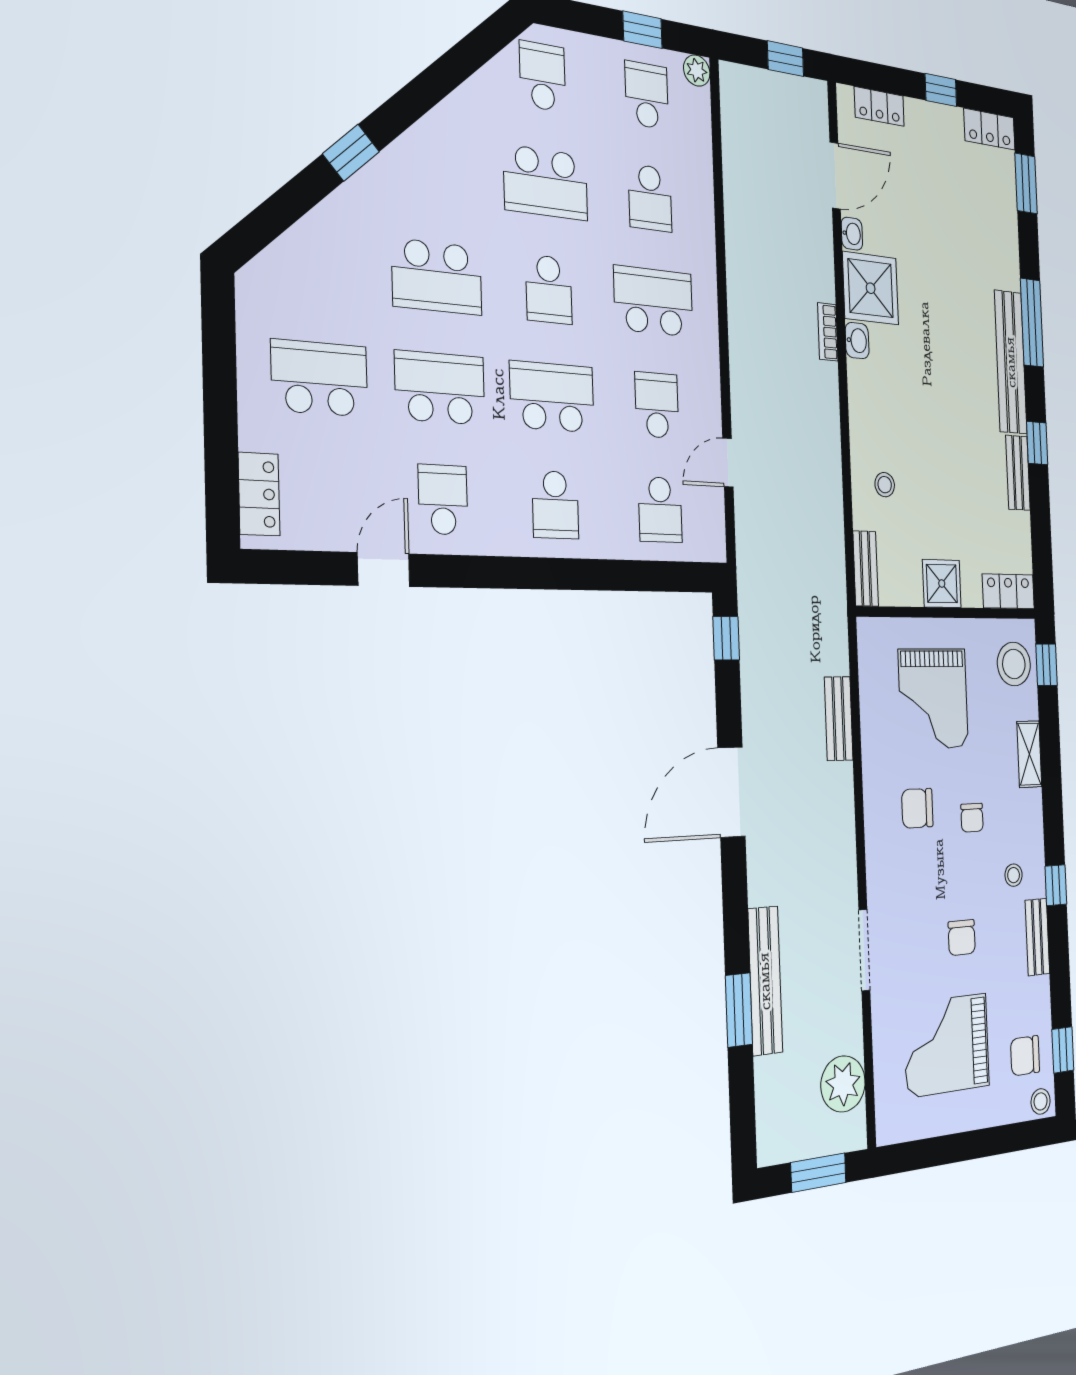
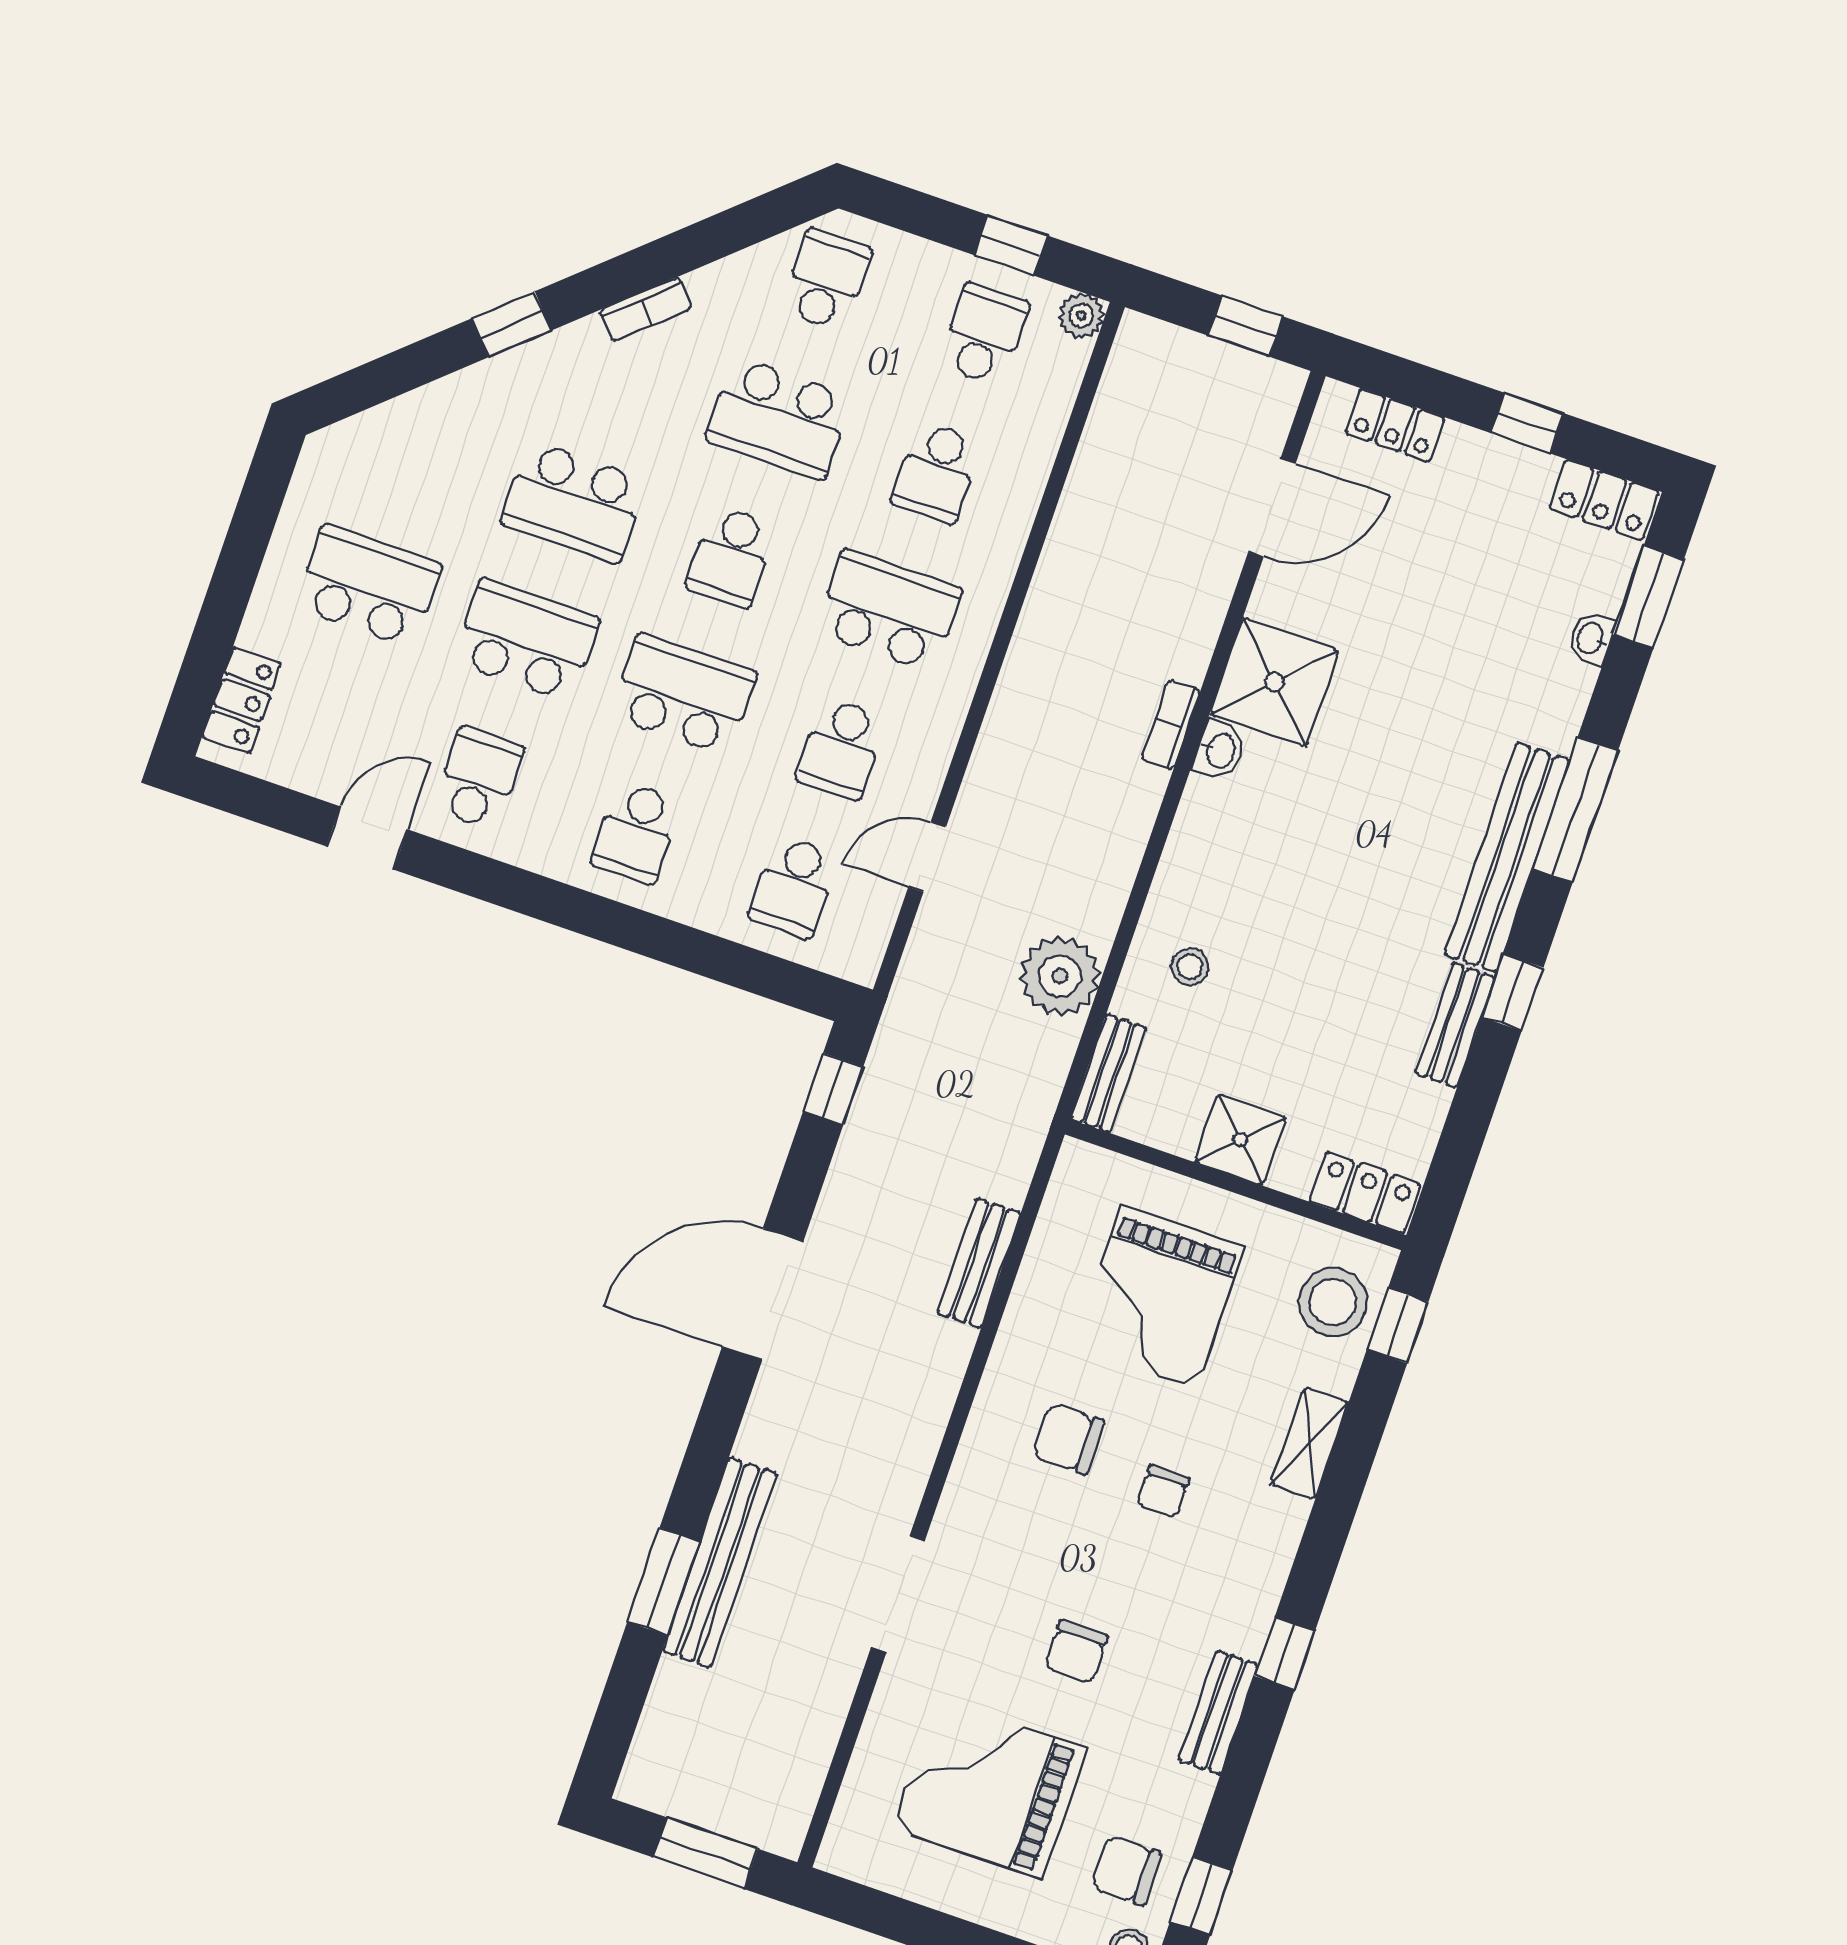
bookcase: (436, 122) -> (645, 309), added
washbasin: (852, 234) -> (1591, 638), moved, turned 180
school desk: (657, 405) -> (841, 749), turned 180
stool: (1014, 875) -> (1209, 1605), removed
plant: (843, 1084) -> (1060, 976), moved

